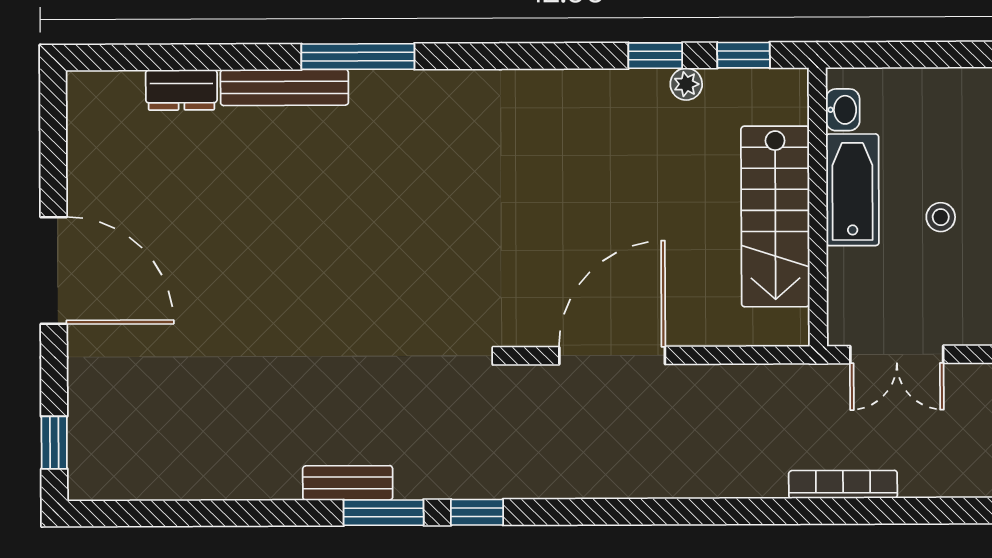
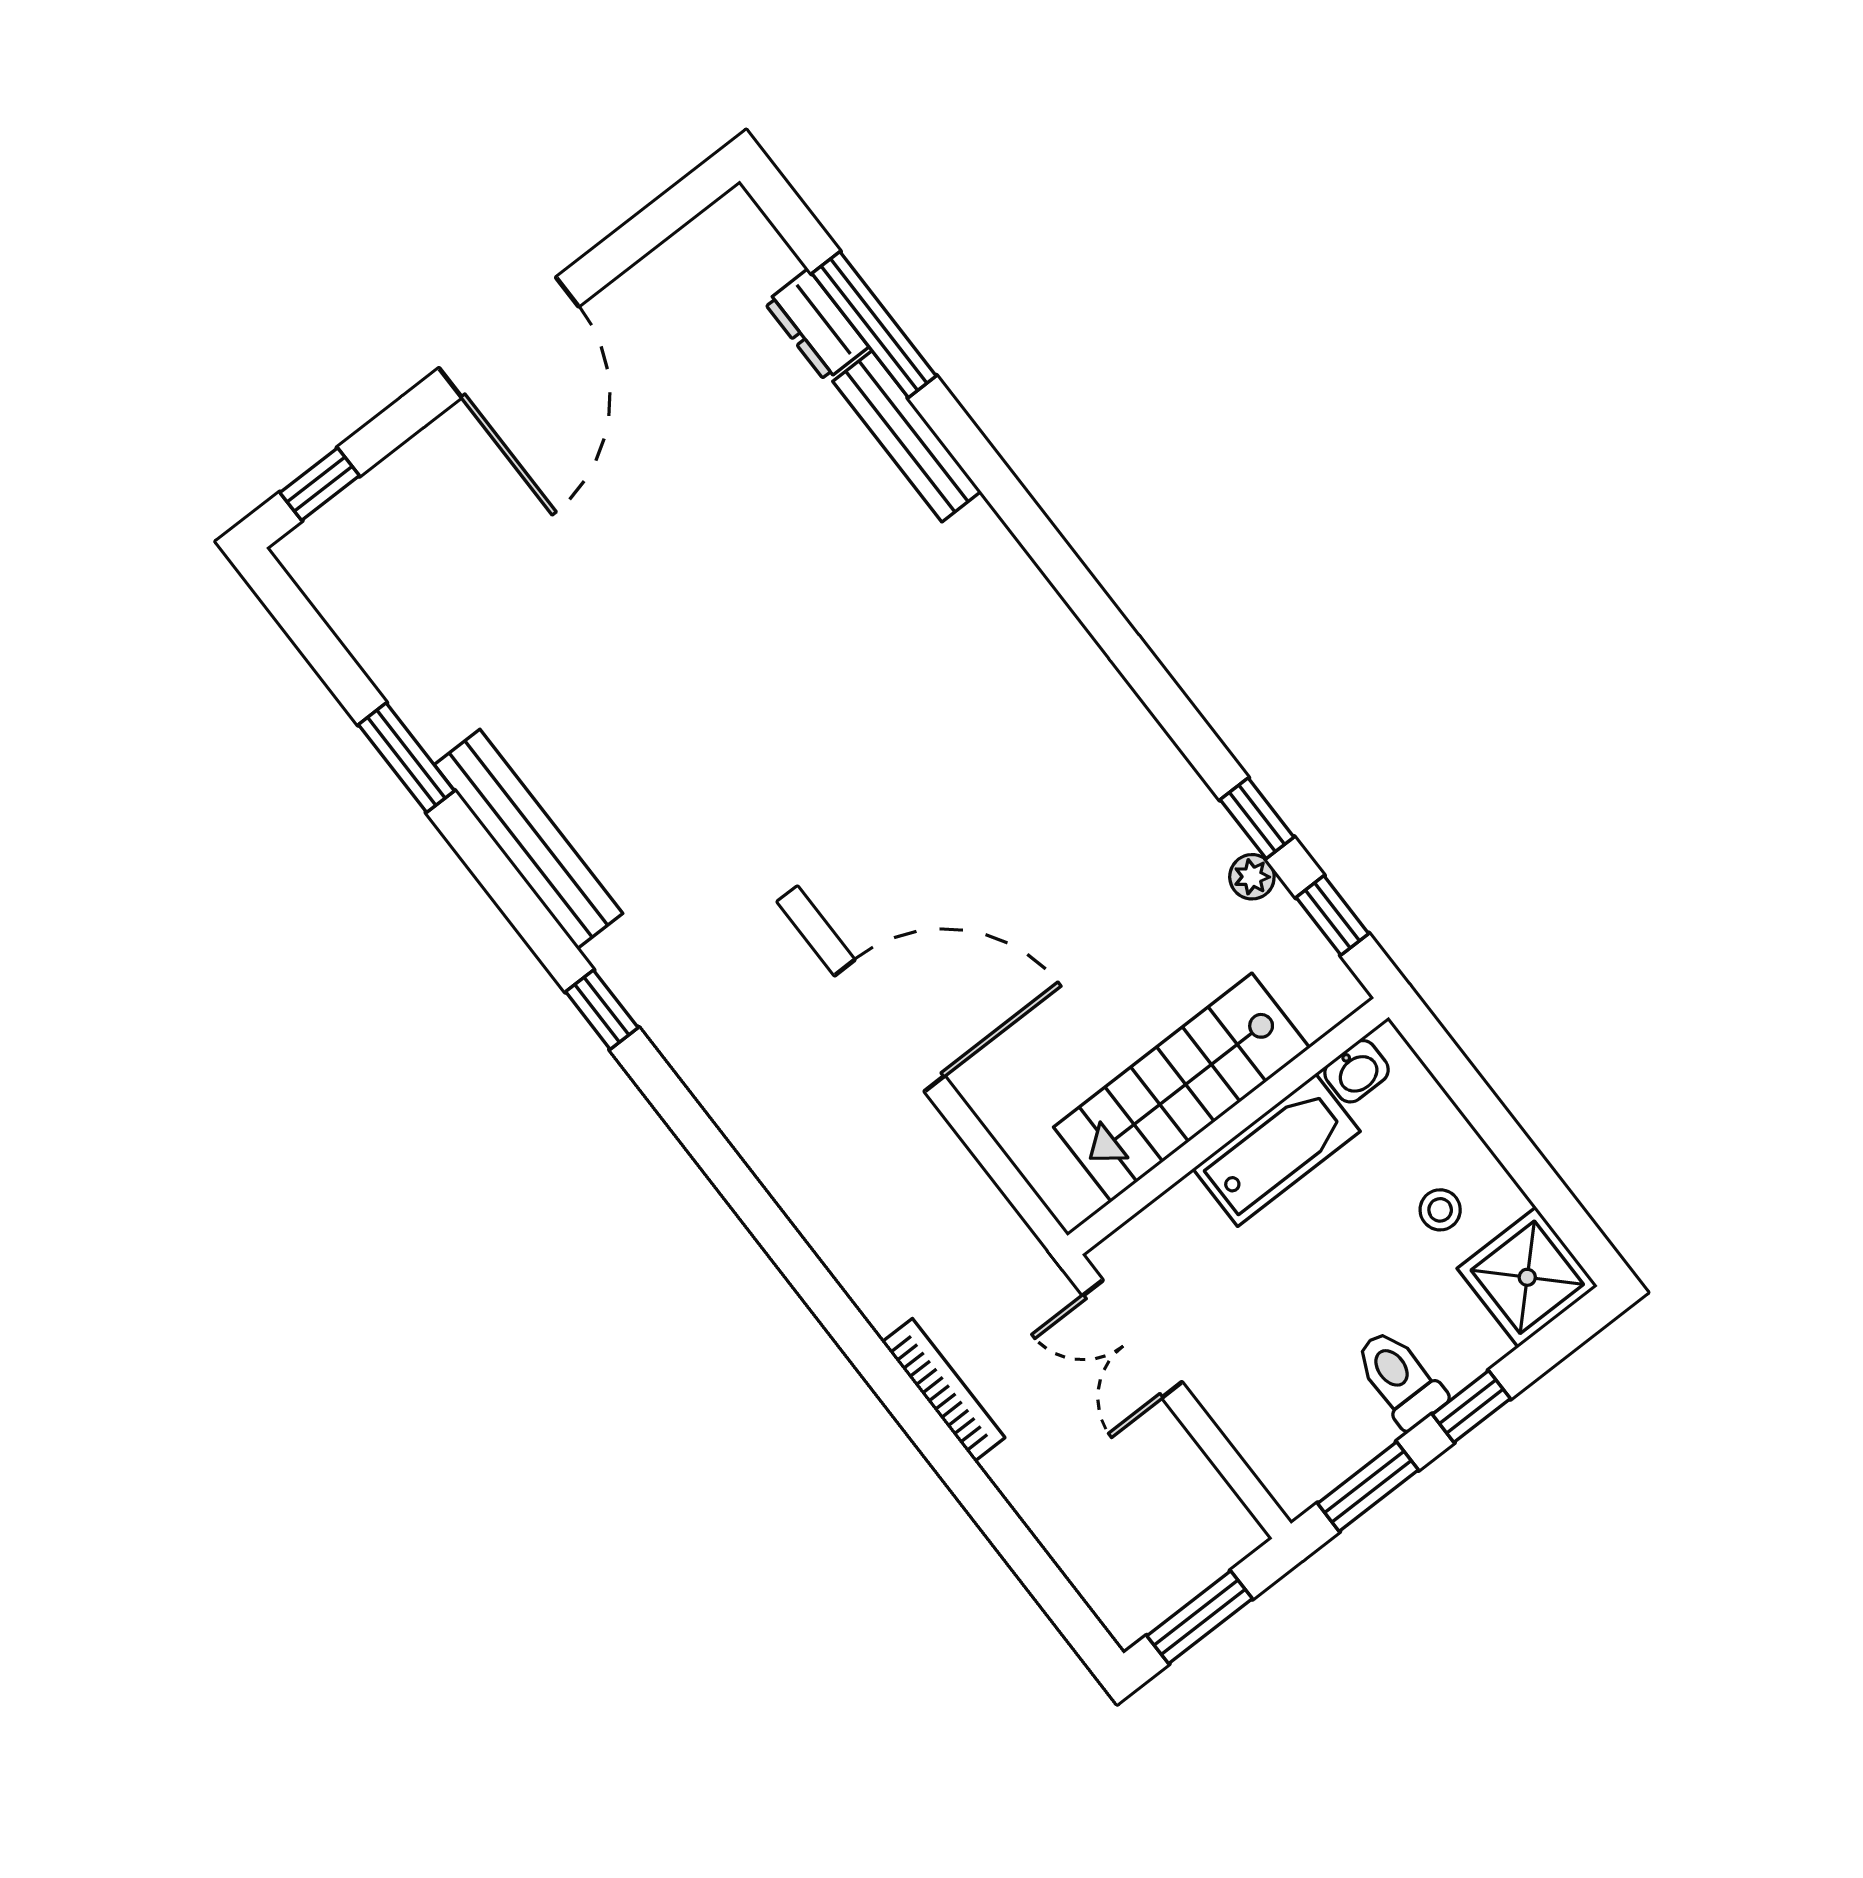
window: (358, 57) -> (874, 325), moved
stool: (941, 217) -> (1440, 1210), moved
bench: (348, 483) -> (528, 839), width x1.86, depth x1.21
window: (384, 513) -> (406, 758), moved

